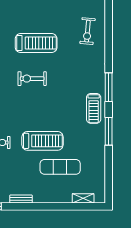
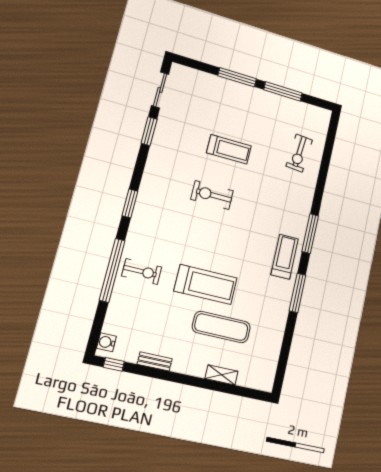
treadmill: (36, 43) -> (229, 149), width x0.73, depth x0.73
treadmill: (94, 108) -> (285, 257), turned 180
shelving: (83, 198) -> (221, 375), moved

